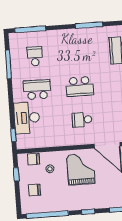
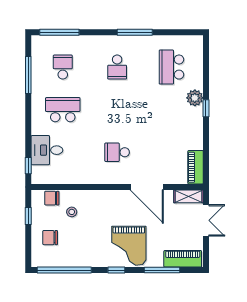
school desk: (80, 86) -> (117, 67), moved, width x0.54
desk: (27, 118) -> (47, 150), width x0.73
grand piano: (81, 169) -> (129, 246), moved, turned 180

